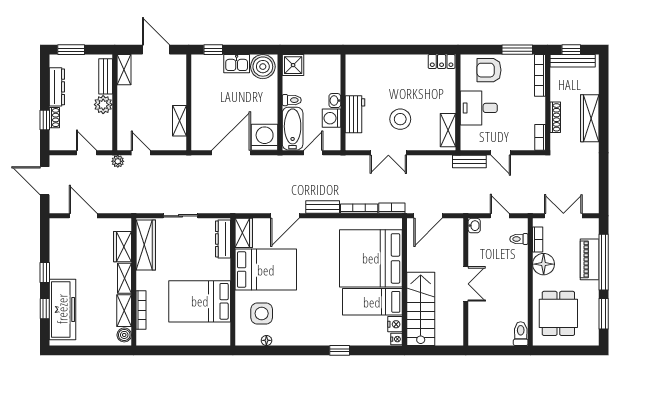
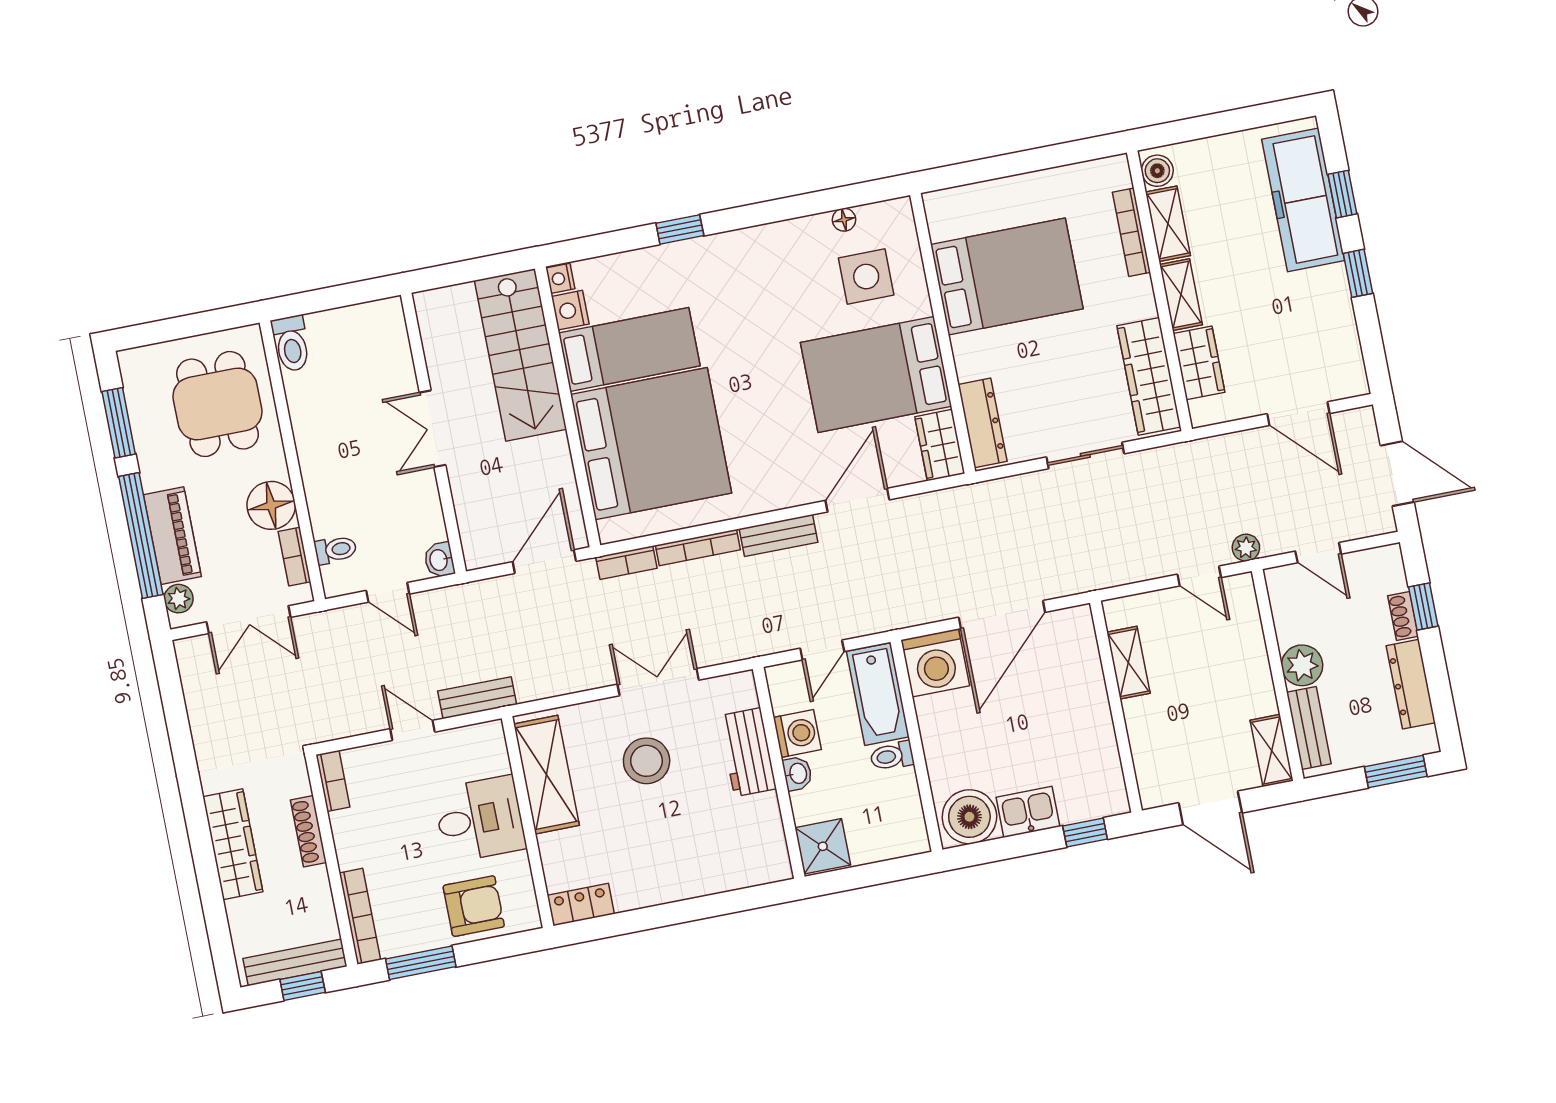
shower: (293, 65) -> (823, 846), moved
shelving: (448, 130) -> (546, 775), width x1.50, depth x1.33
plant: (592, 231) -> (179, 599), added

